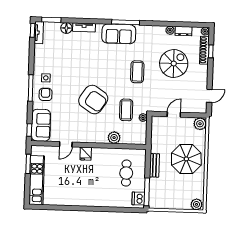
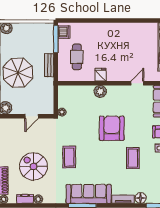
sofa: (119, 34) -> (89, 194), width x1.36
spiral stairs: (174, 64) -> (33, 166), turned 90
armchair: (93, 100) -> (112, 128), turned 57
coffee table: (126, 110) -> (133, 158), moved
plant: (114, 138) -> (100, 91), moved
fridge: (86, 154) -> (101, 75), moved

